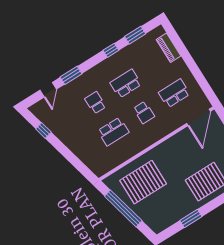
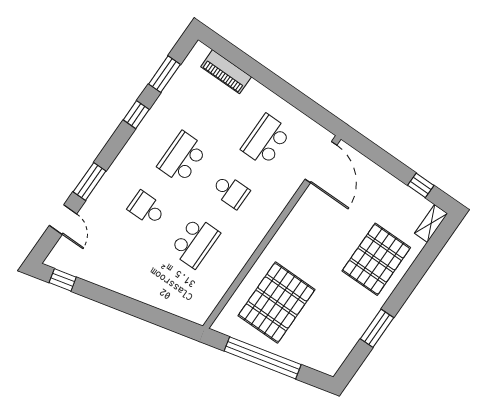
window: (43, 131) -> (63, 280), moved

